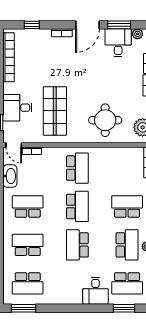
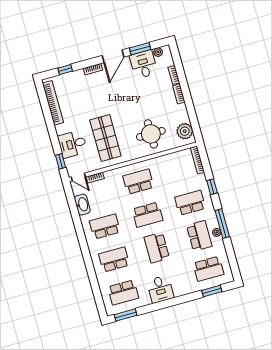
school desk: (77, 168) -> (138, 182), turned -90
school desk: (77, 206) -> (148, 215), turned 90
desk: (95, 291) -> (160, 289), moved

